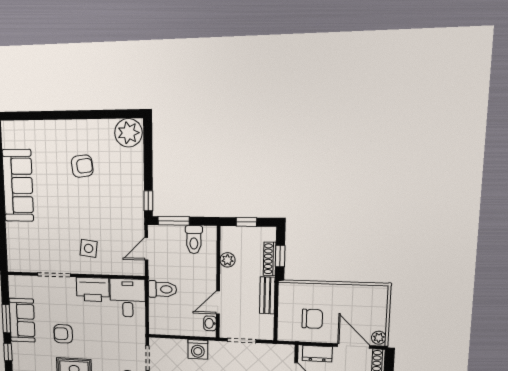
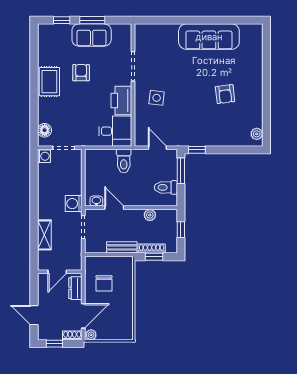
plant: (128, 133) -> (257, 134), width x0.53, depth x0.53
washing machine: (198, 349) -> (74, 204), moved

